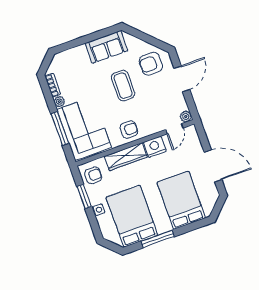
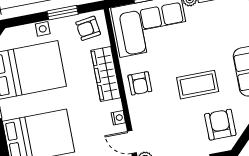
nightstand: (155, 147) -> (118, 118), width x0.53, depth x0.56
armchair: (93, 175) -> (88, 28), turned 82

